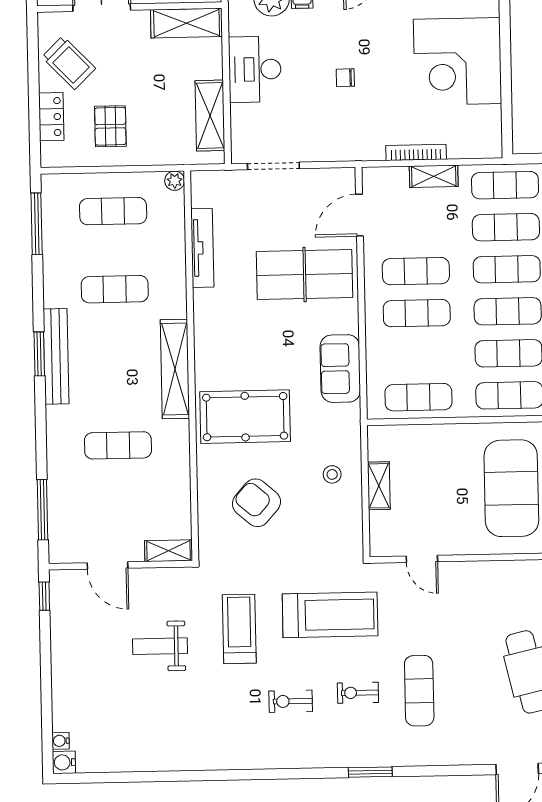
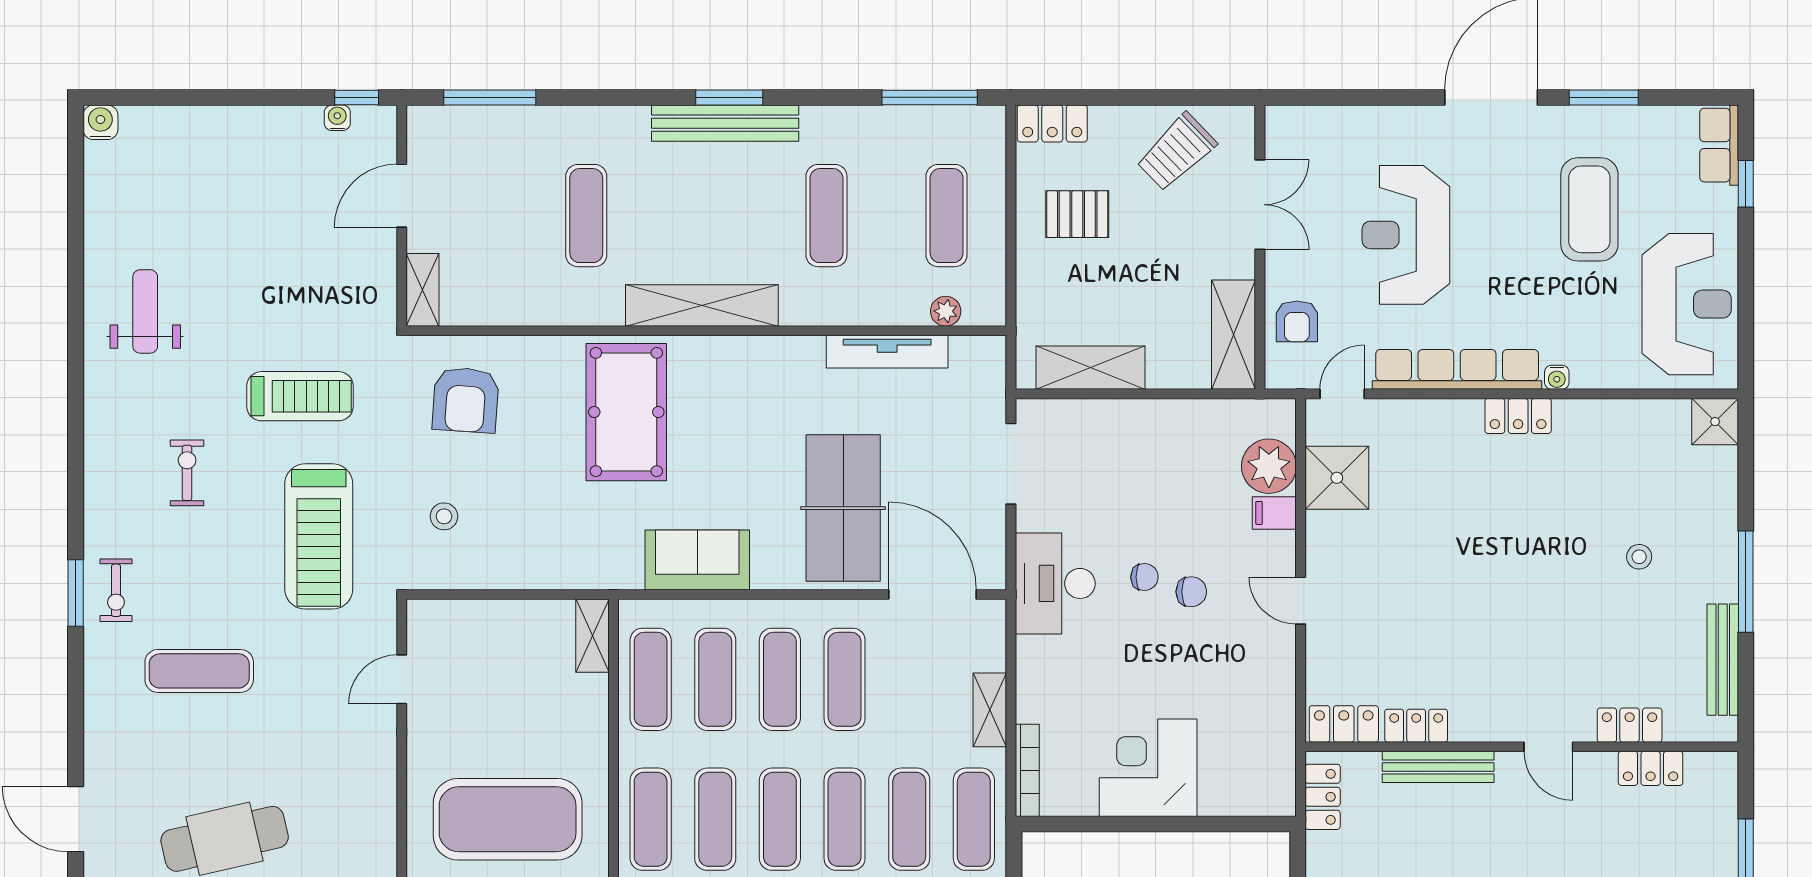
chair: (354, 47) -> (1191, 592), added
corner desk: (458, 61) -> (1148, 768), width x0.74, depth x0.74
desk: (255, 69) -> (1055, 583), moved, turned -90
chair: (345, 78) -> (1144, 577), turned 90
locker: (51, 117) -> (1052, 123), moved
bookcase: (416, 152) -> (1027, 770), moved
plant: (175, 181) -> (946, 311), moved
door: (360, 215) -> (932, 594), width x1.36
exercise mat: (418, 355) -> (715, 679), added
stool: (332, 474) -> (444, 516), moved
shelving: (379, 486) -> (592, 636), moved, turned 90
armchair: (256, 503) -> (466, 400), moved, turned 143
weight bench: (160, 646) -> (145, 311), moved
exercise bike: (358, 693) -> (116, 590), moved, turned 180
water cooler: (61, 741) -> (337, 118), moved

